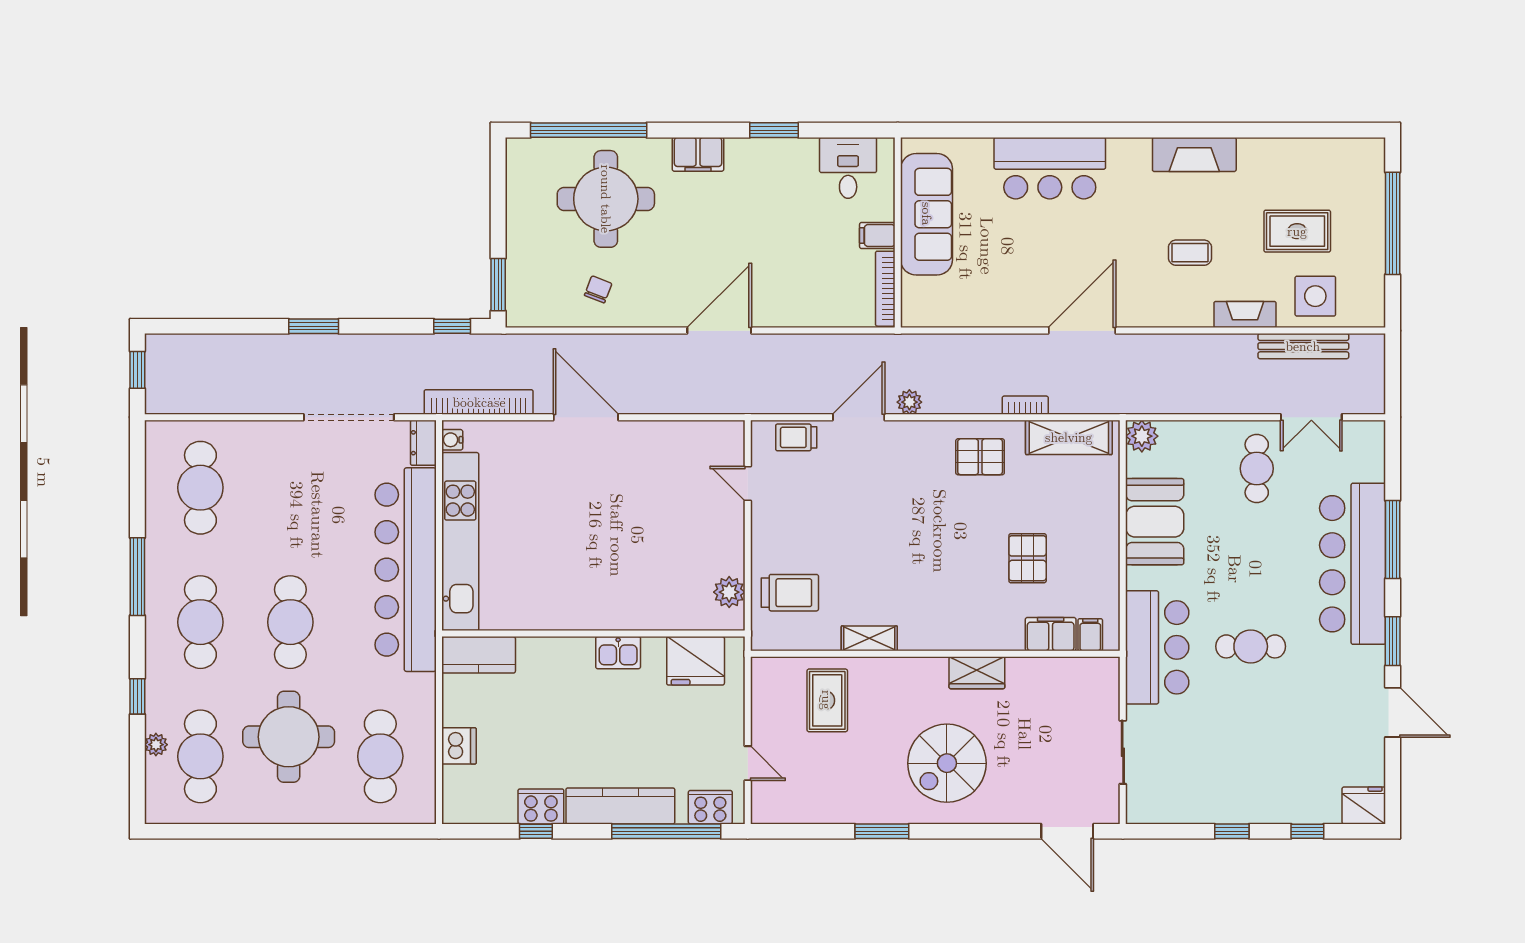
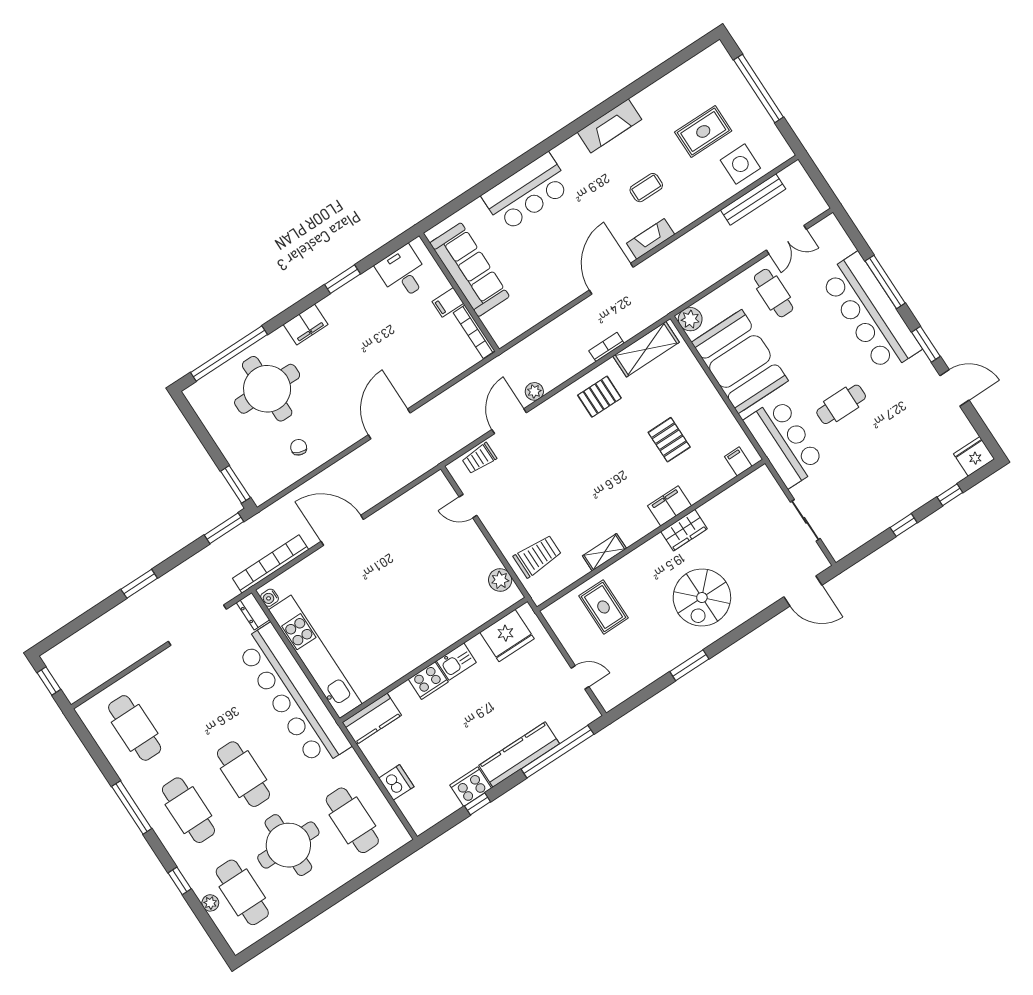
fireplace: (1245, 314) -> (651, 239), moved
window: (452, 326) -> (224, 528), width x1.50
booth: (1155, 522) -> (740, 361), width x1.36, depth x1.42
filing cabinet: (1051, 634) -> (670, 506), moved
cooker: (710, 807) -> (428, 681), moved, turned 180

